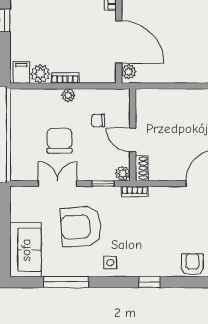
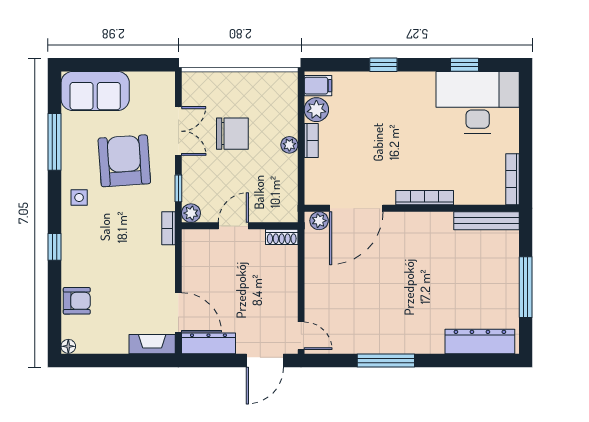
chair: (98, 121) -> (257, 182), removed
shoe rack: (142, 168) -> (282, 237), moved

